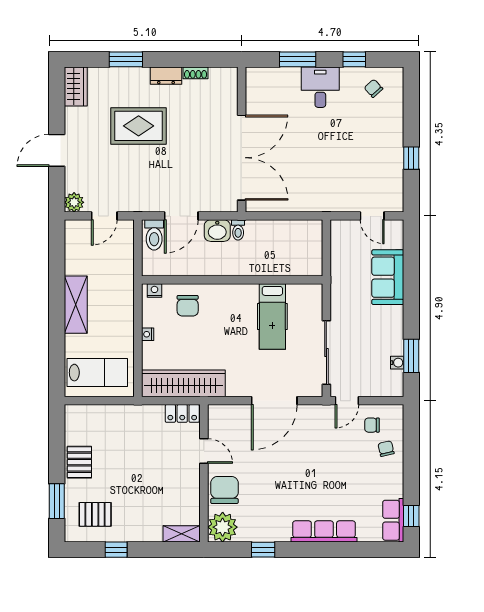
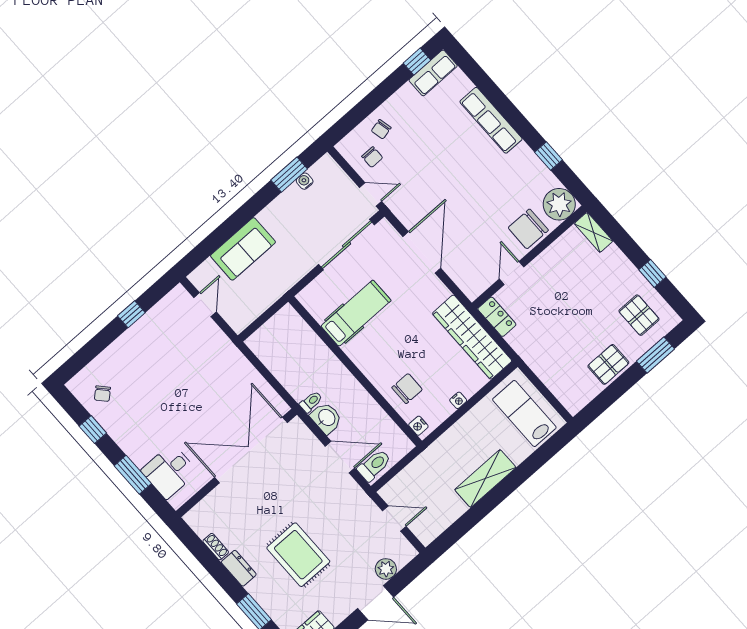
desk: (320, 87) -> (169, 471), moved
plant: (74, 202) -> (386, 569), moved
door: (274, 401) -> (422, 252), hinge flipped

